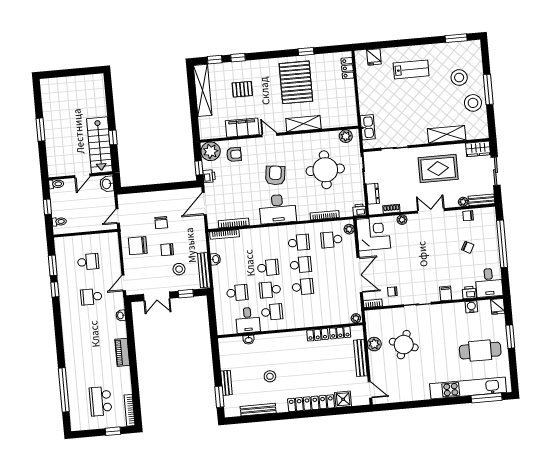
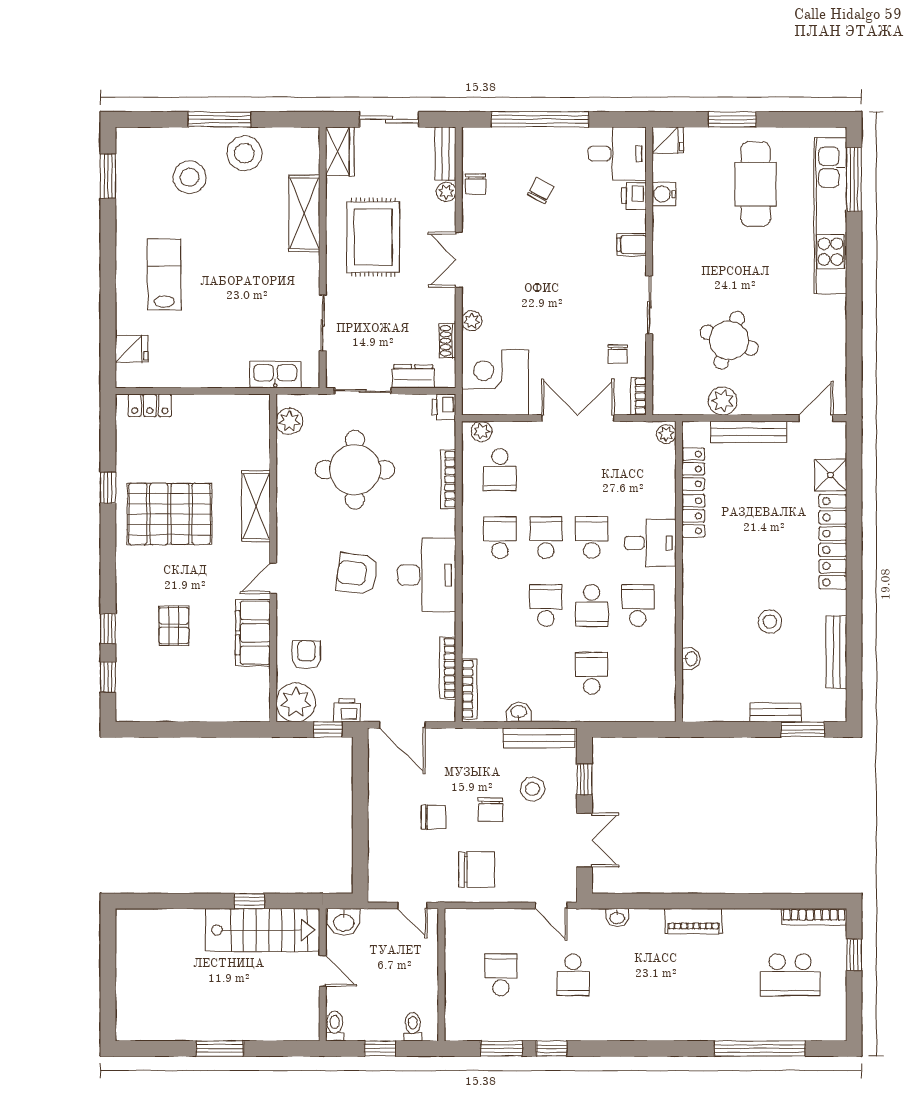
shelving: (203, 90) -> (169, 707), removed
chair: (138, 246) -> (477, 870), turned -90
desk: (248, 320) -> (650, 543), moved

